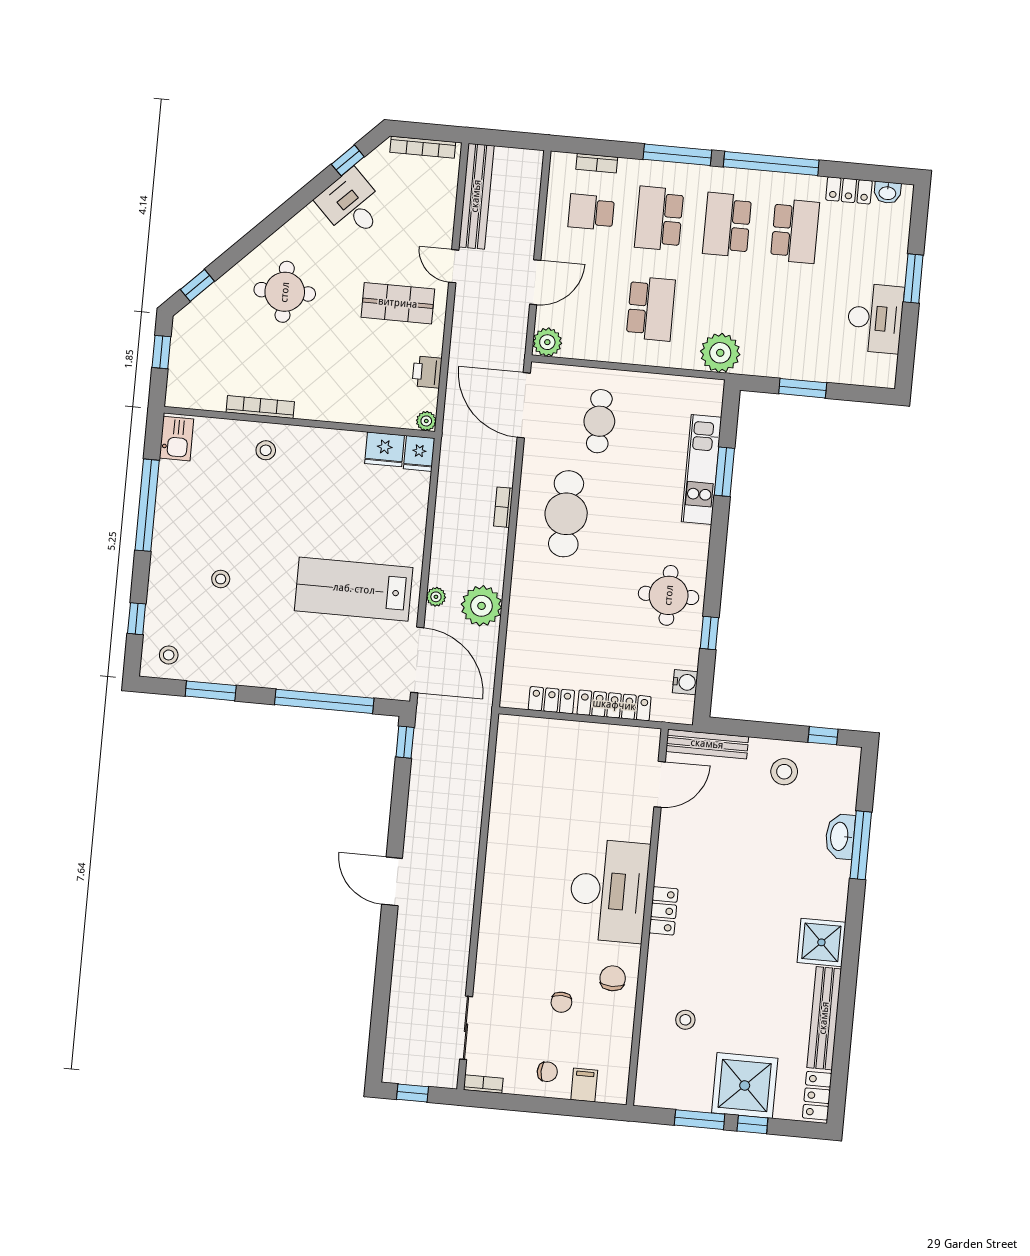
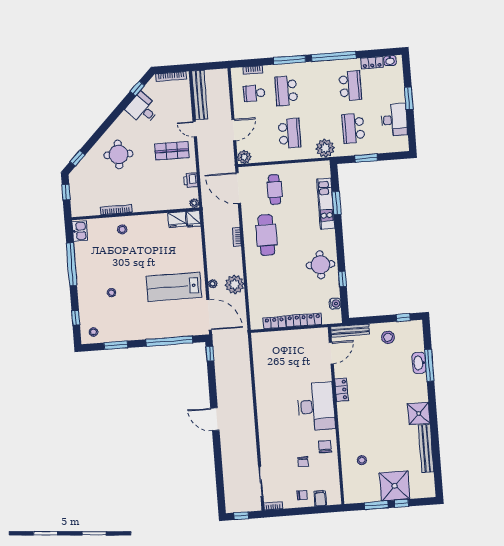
school desk: (727, 225) -> (353, 128), moved
locker: (664, 911) -> (341, 390), moved
locker: (817, 1096) -> (429, 485), removed

